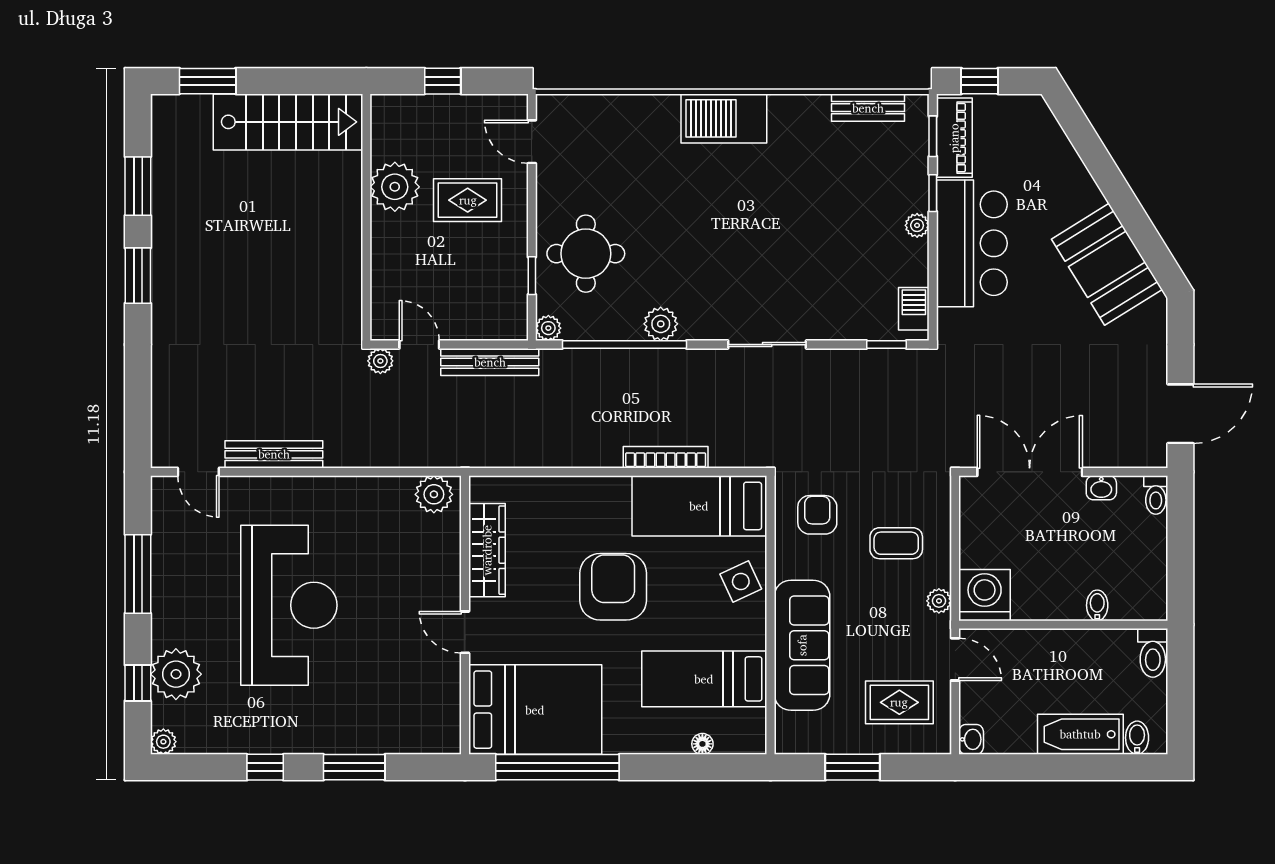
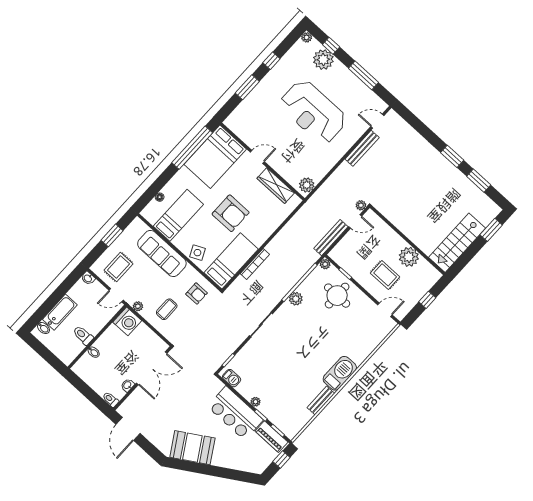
bench: (868, 108) -> (321, 400), moved
rug: (468, 200) -> (385, 275), turned 90
toilet: (1153, 653) -> (83, 335), moved

